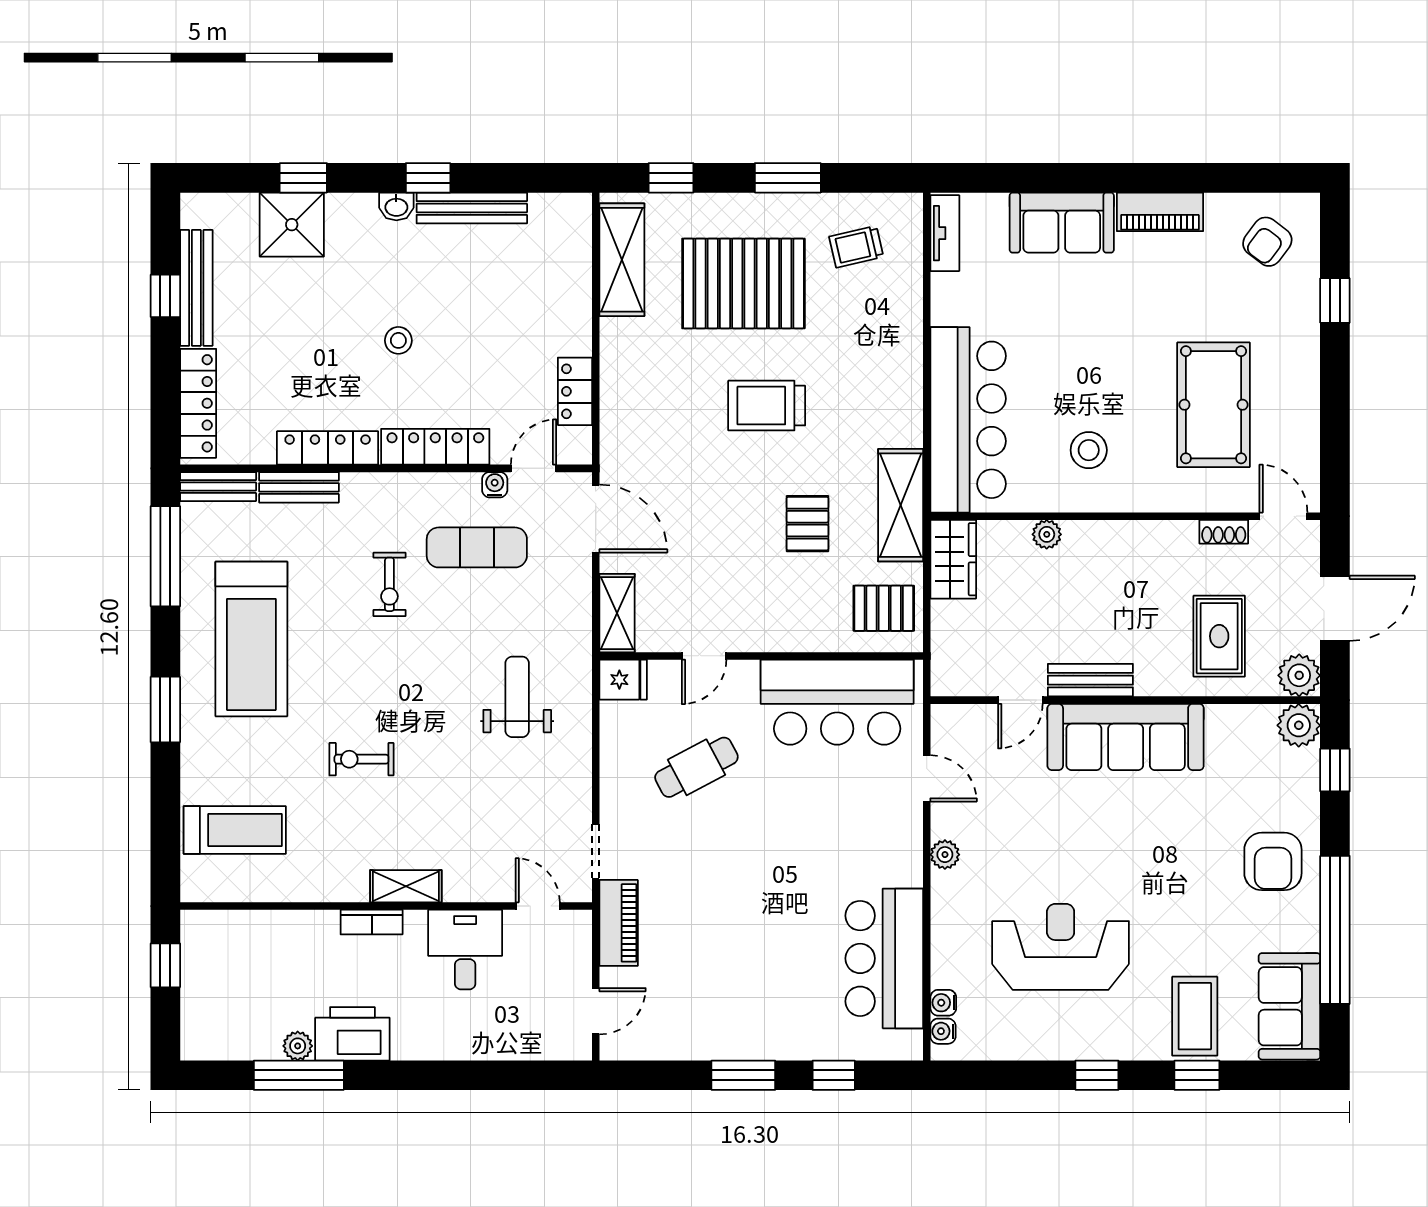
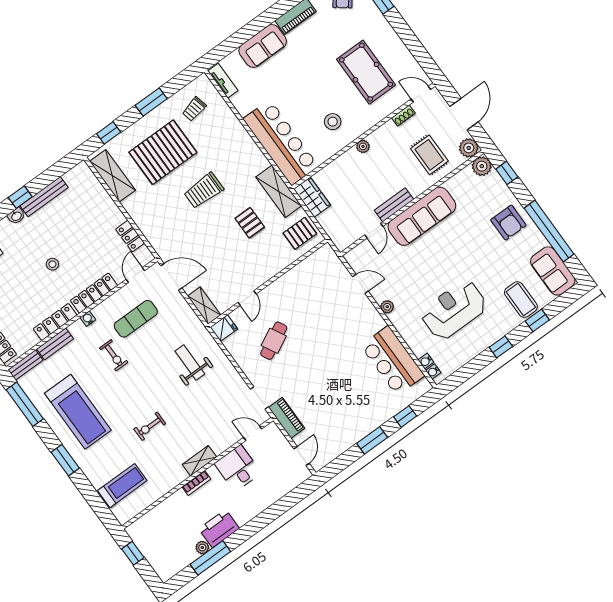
water cooler: (495, 485) -> (88, 319), moved
plant: (1047, 534) -> (363, 146), moved
bar counter: (837, 702) -> (308, 280), removed

